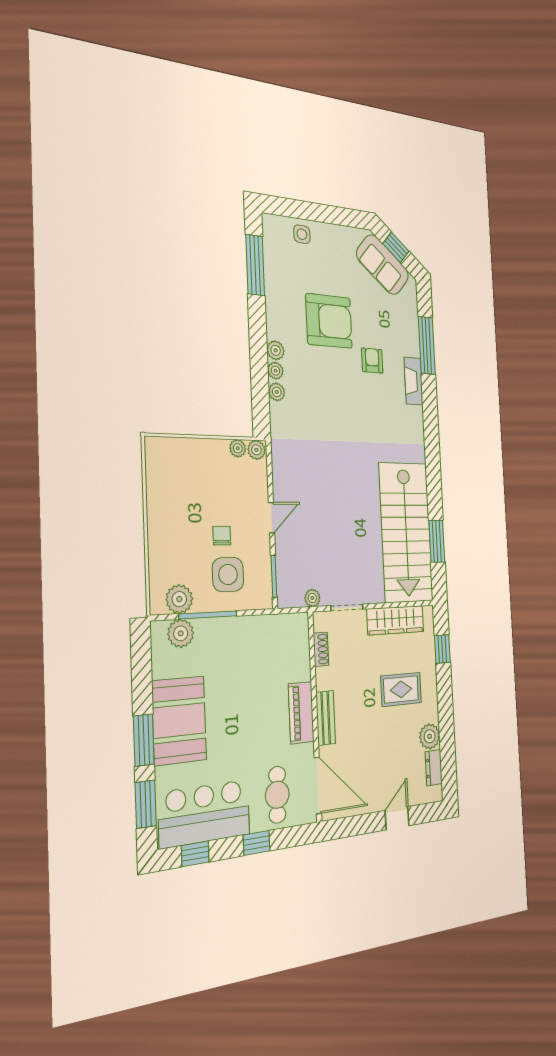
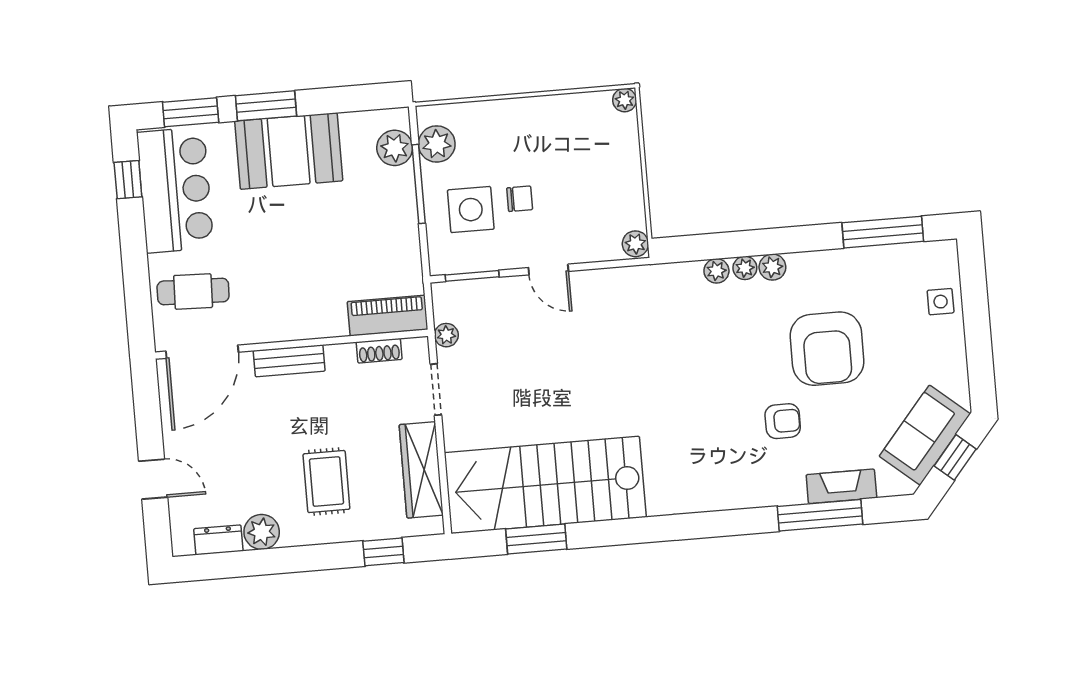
fireplace: (413, 381) -> (841, 486), moved
plant: (238, 448) -> (625, 100), moved
piano: (301, 713) -> (387, 315), moved
window: (257, 843) -> (135, 264), removed

